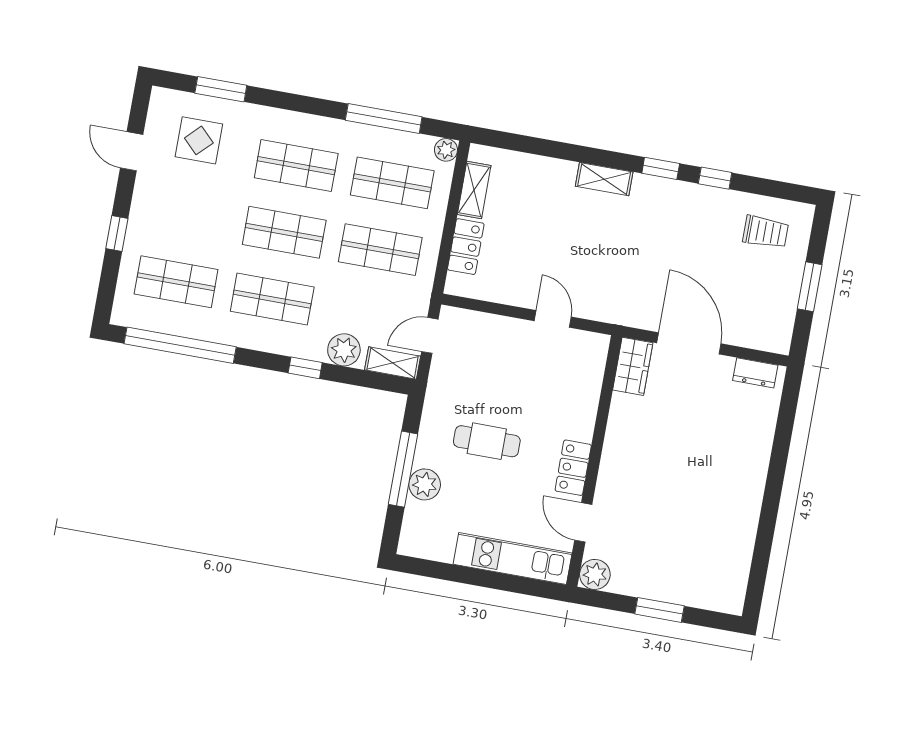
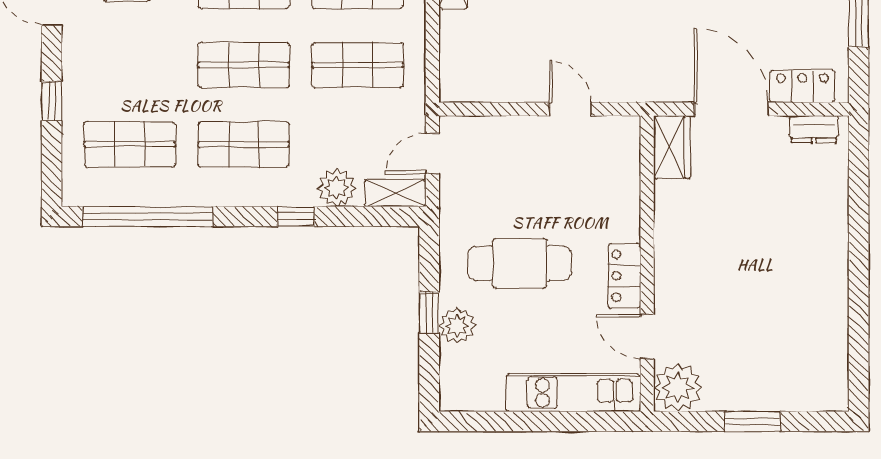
locker: (466, 247) -> (802, 86), moved, turned -90
cafe table: (487, 441) -> (520, 263), width x1.37, depth x1.35
window: (403, 469) -> (429, 313), width x0.46
plant: (595, 574) -> (678, 388), width x1.36, depth x1.36

